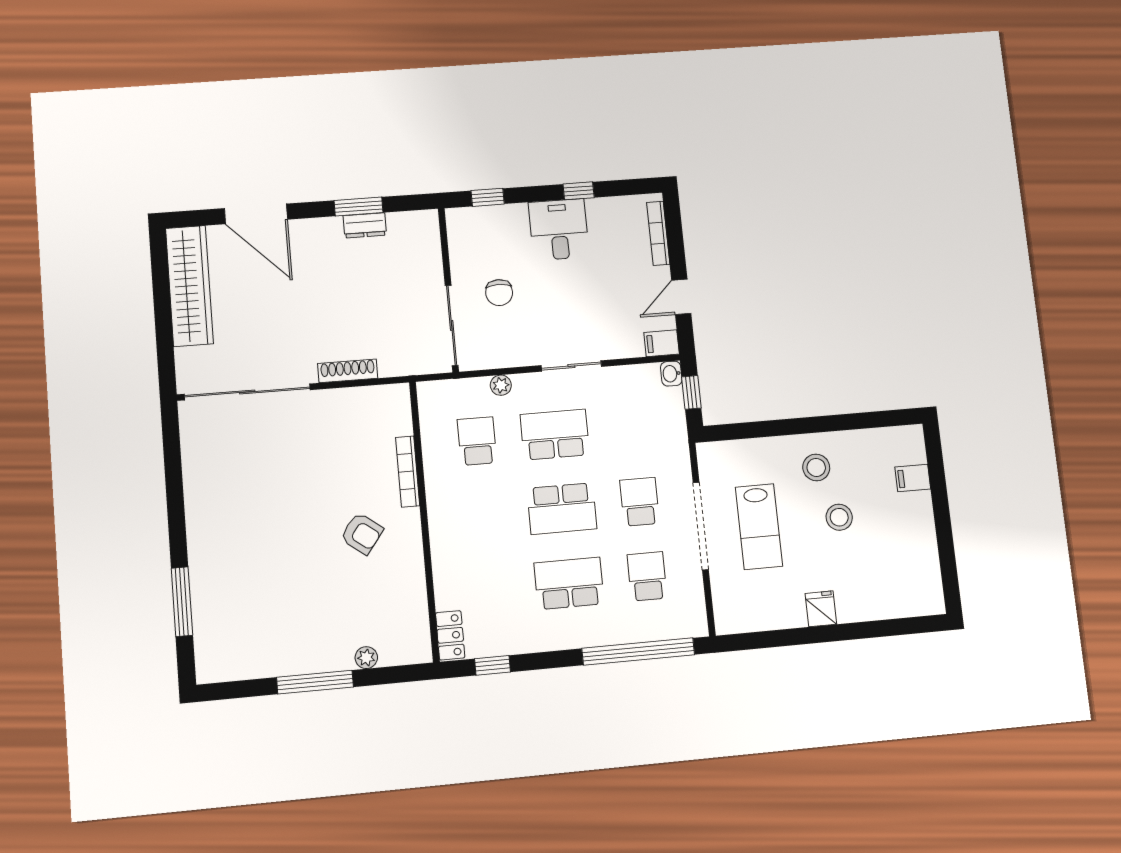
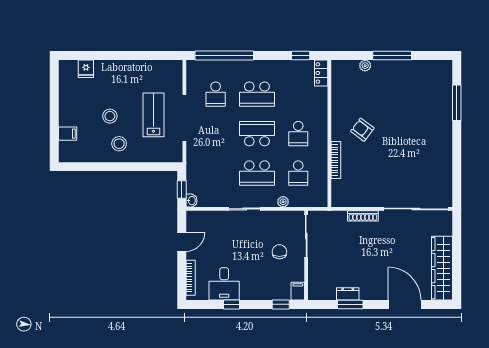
desk: (559, 230) -> (224, 284), moved
filing cabinet: (662, 343) -> (298, 291), moved, turned -90
school desk: (640, 502) -> (298, 134), moved
fridge: (821, 609) -> (86, 69), moved

